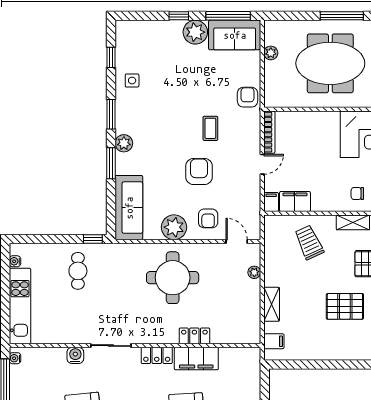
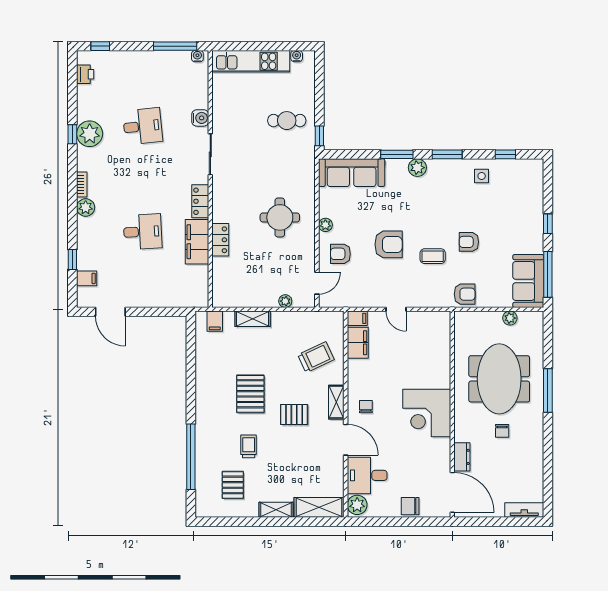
plant: (195, 32) -> (531, 241), removed
armchair: (196, 93) -> (469, 242), added
bookcase: (269, 132) -> (429, 316), removed
plant: (174, 227) -> (325, 225), width x0.53, depth x0.53
round table: (173, 278) -> (280, 217), width x0.73, depth x0.73

